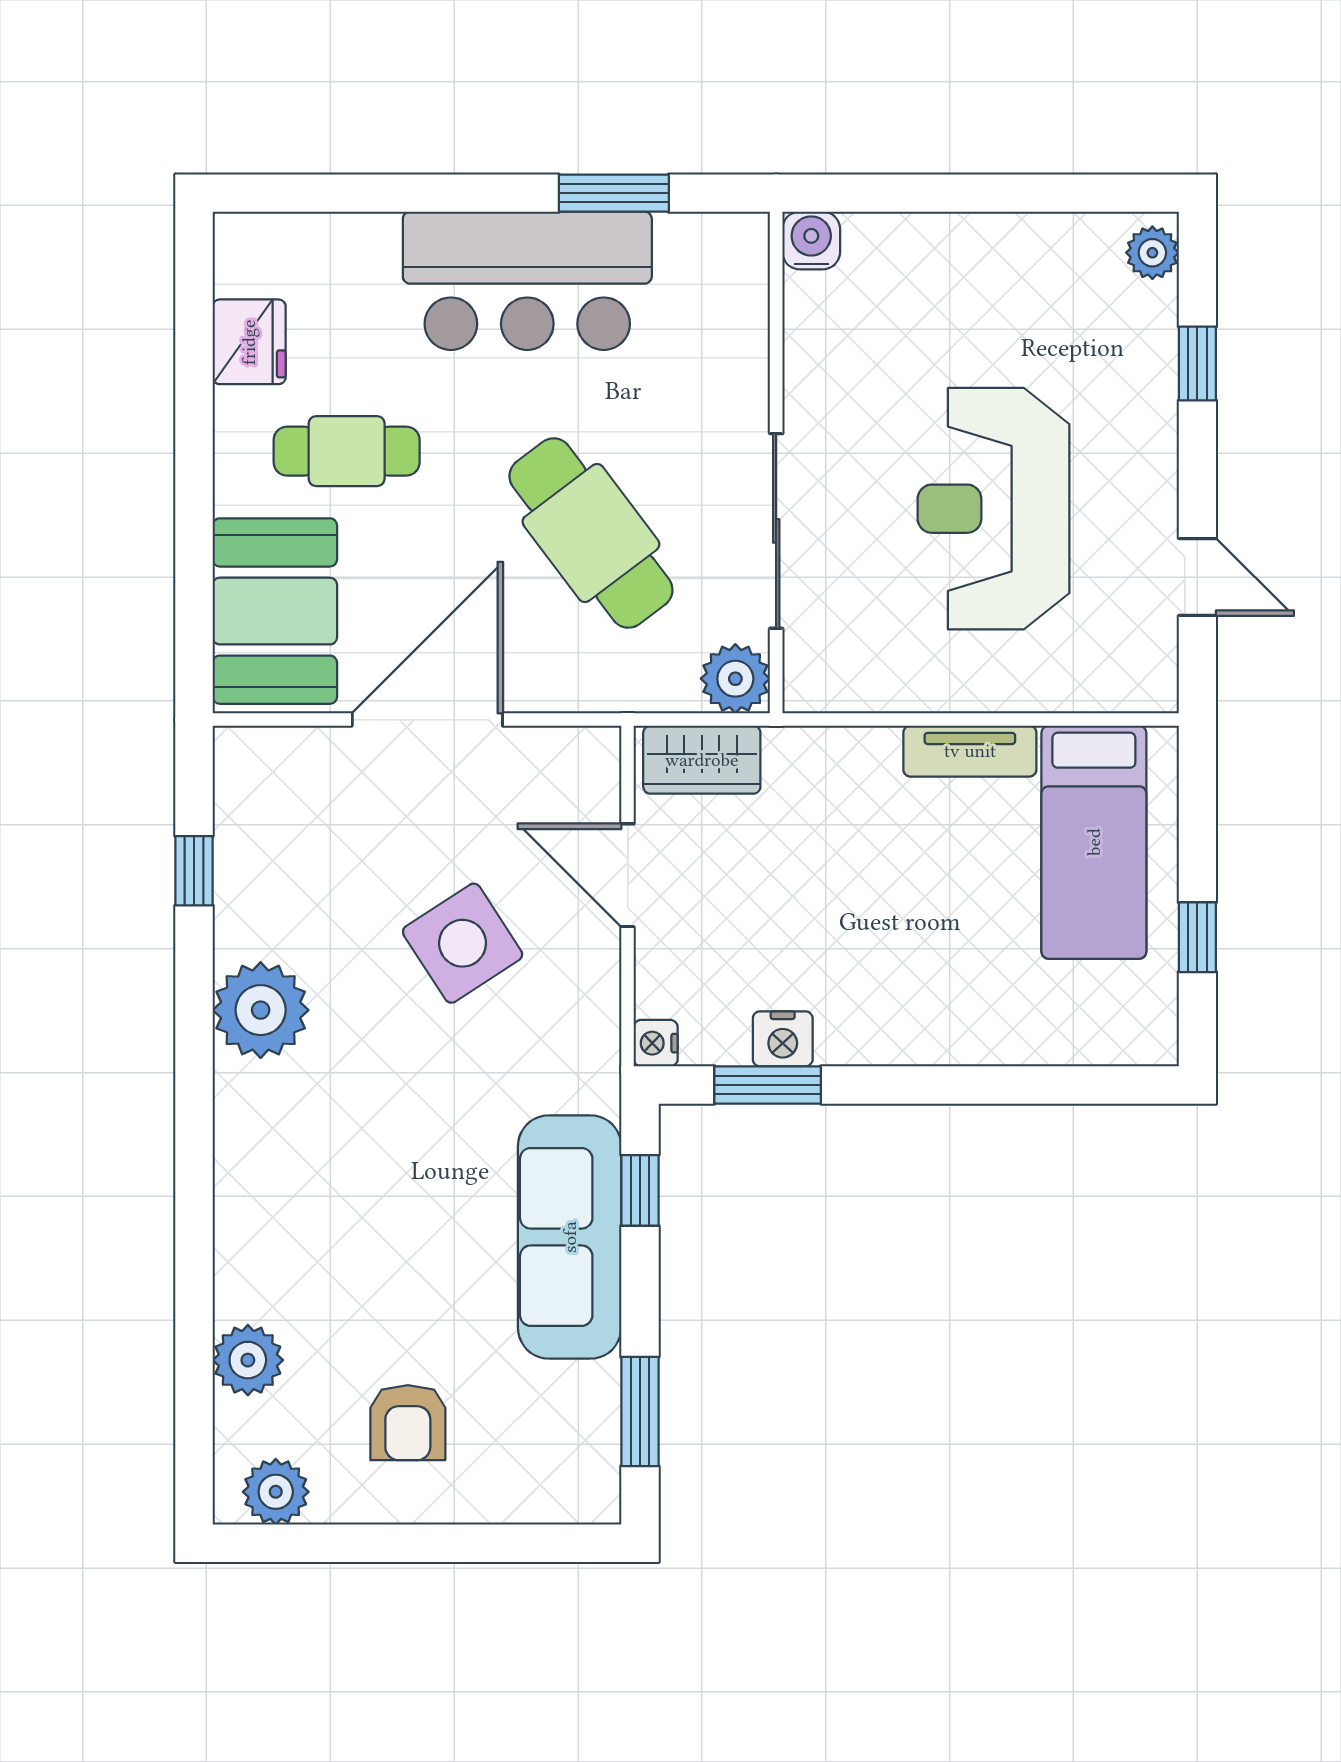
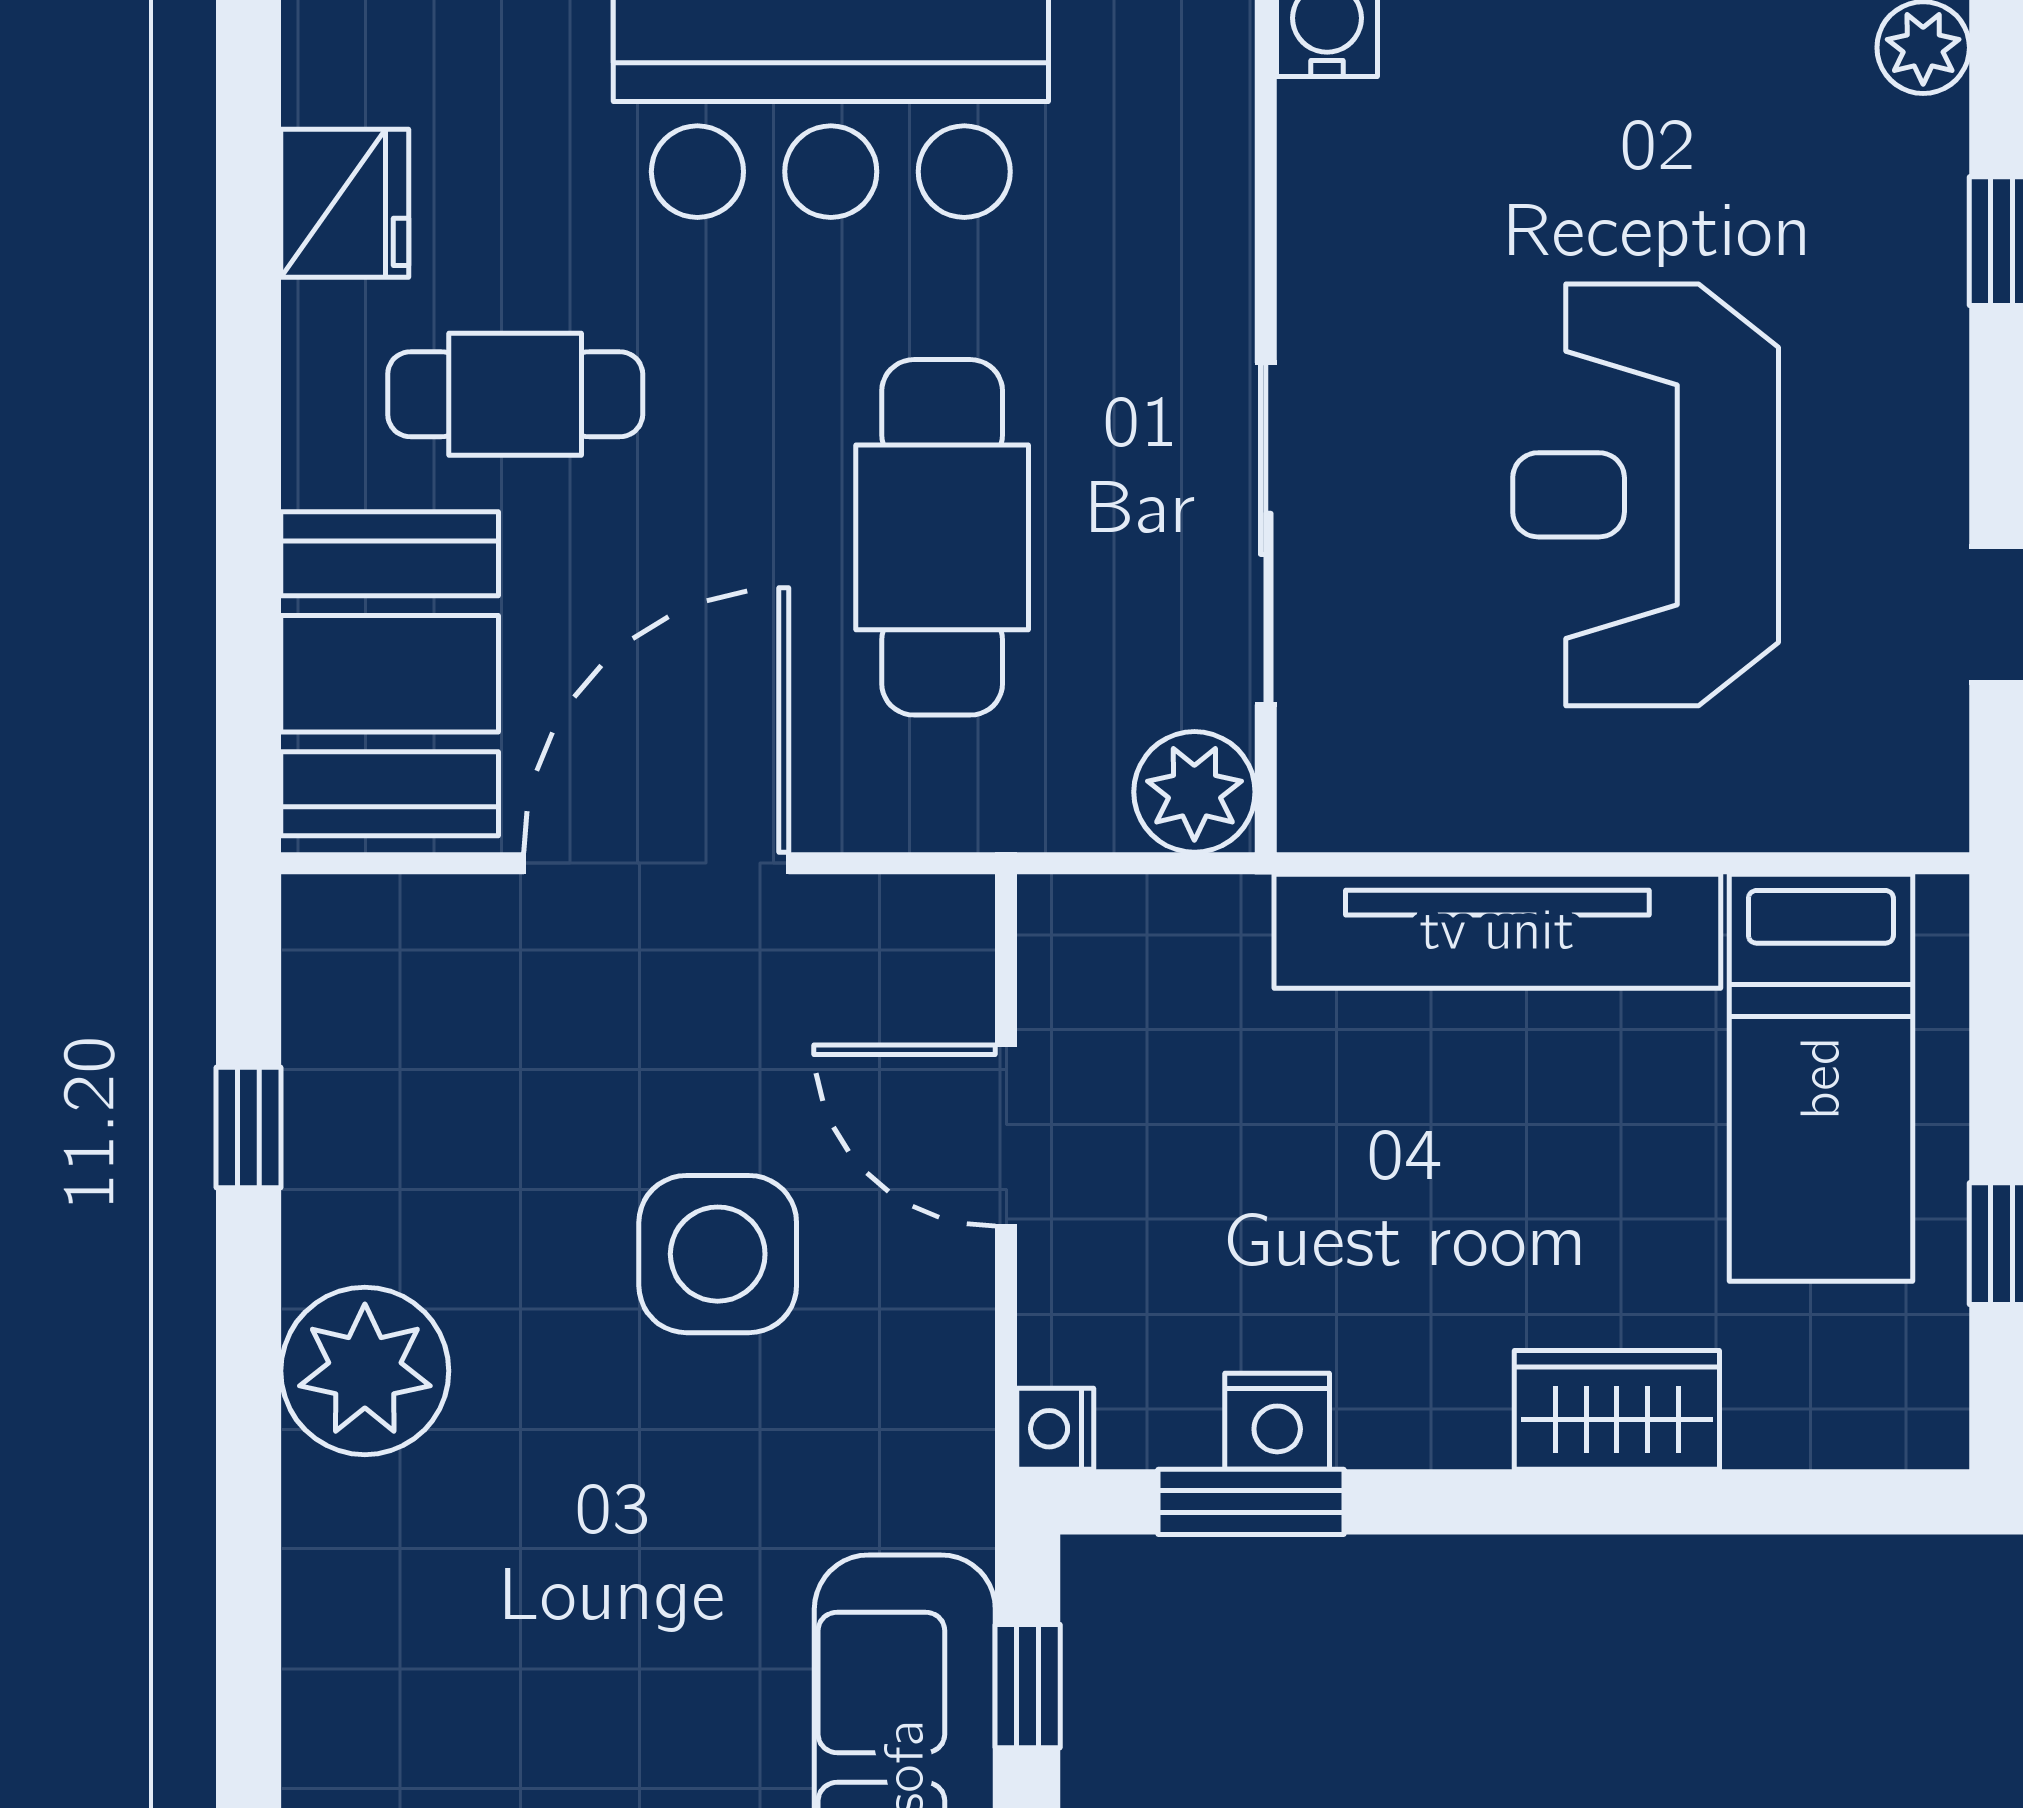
cafe table: (591, 533) -> (942, 537), turned 37
tv unit: (970, 751) -> (1497, 931), width x1.92, depth x1.29
wardrobe: (702, 760) -> (1617, 1410), moved, turned 180
side table: (463, 943) -> (718, 1254), turned 33

